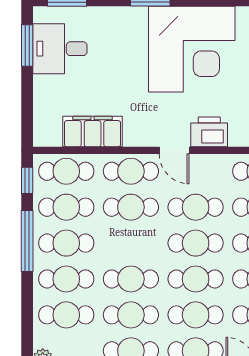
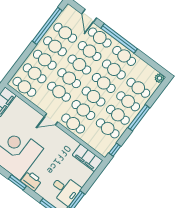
filing cabinet: (93, 132) -> (88, 158), moved
printer: (209, 132) -> (31, 181), moved, turned 180
door: (174, 150) -> (51, 119), swing flipped
cafe table: (66, 171) -> (94, 96), moved
window: (27, 241) -> (139, 118), moved

